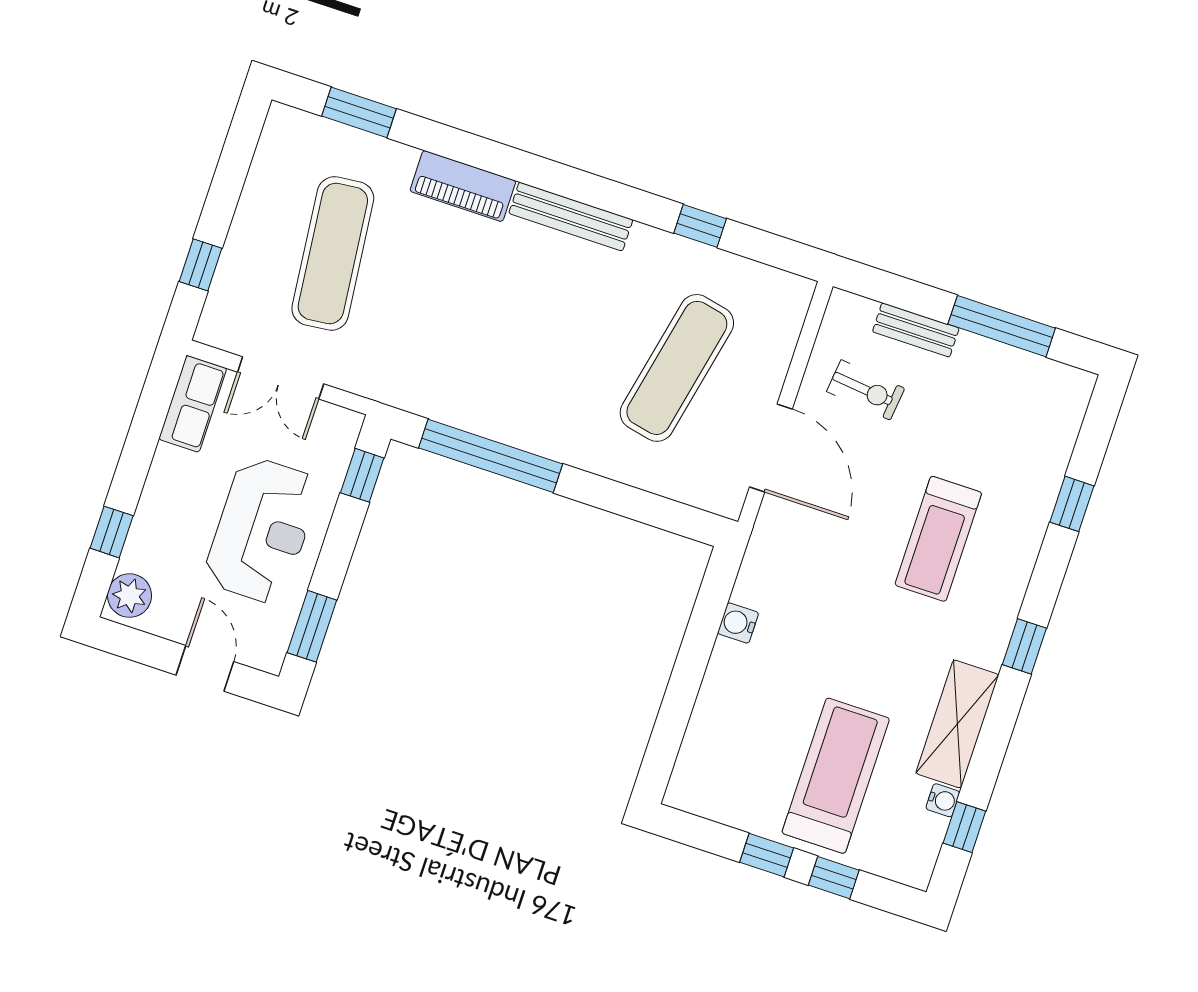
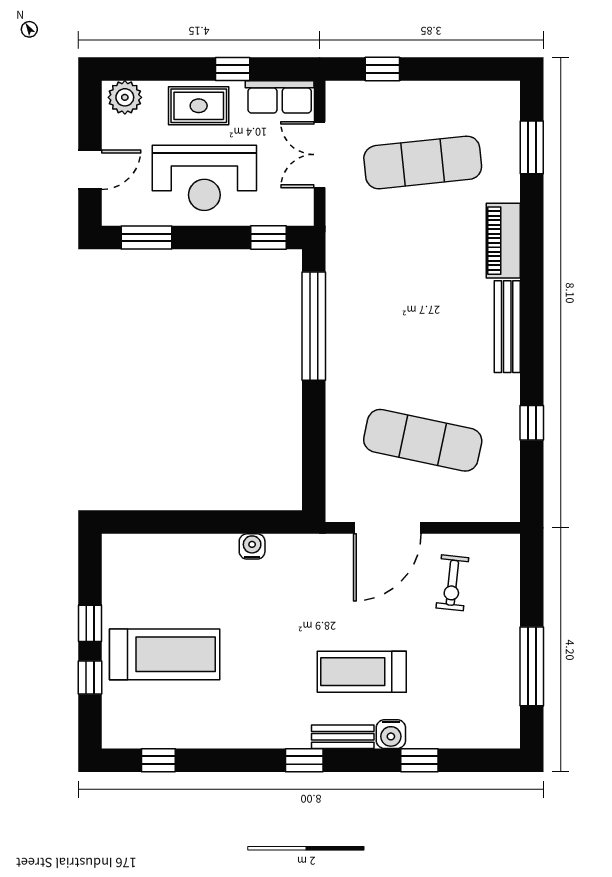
bench: (916, 330) -> (343, 737), moved, turned 90
rug: (170, 508) -> (199, 106), added
window: (112, 532) -> (233, 69), moved
shelving: (957, 724) -> (232, 730), removed
water cooler: (943, 800) -> (391, 734), moved, width x1.38, depth x1.38

